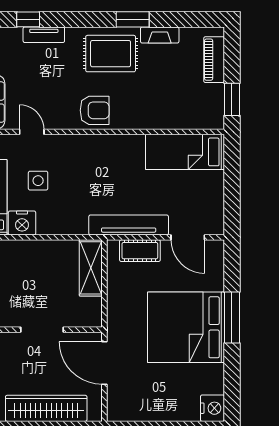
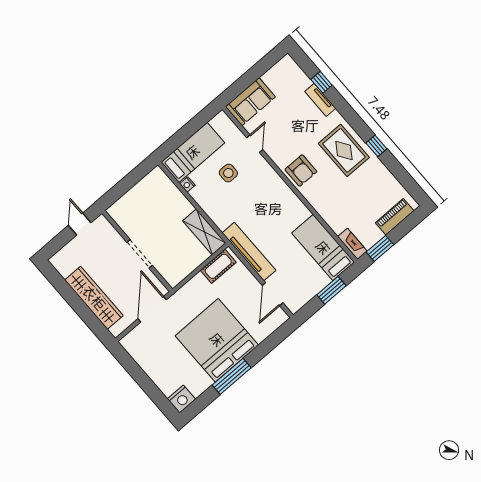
window: (133, 19) -> (376, 146), width x0.67
fireplace: (160, 35) -> (352, 244), moved, turned 180
window: (232, 179) -> (331, 290), added
nightstand: (22, 223) -> (187, 184), width x0.53, depth x0.56
cot: (140, 251) -> (218, 266), moved, turned 90
shelving: (91, 268) -> (204, 232), moved, turned 90
window: (232, 317) -> (232, 376), moved

